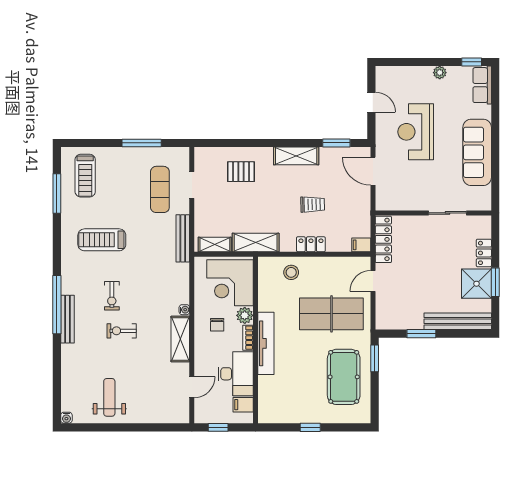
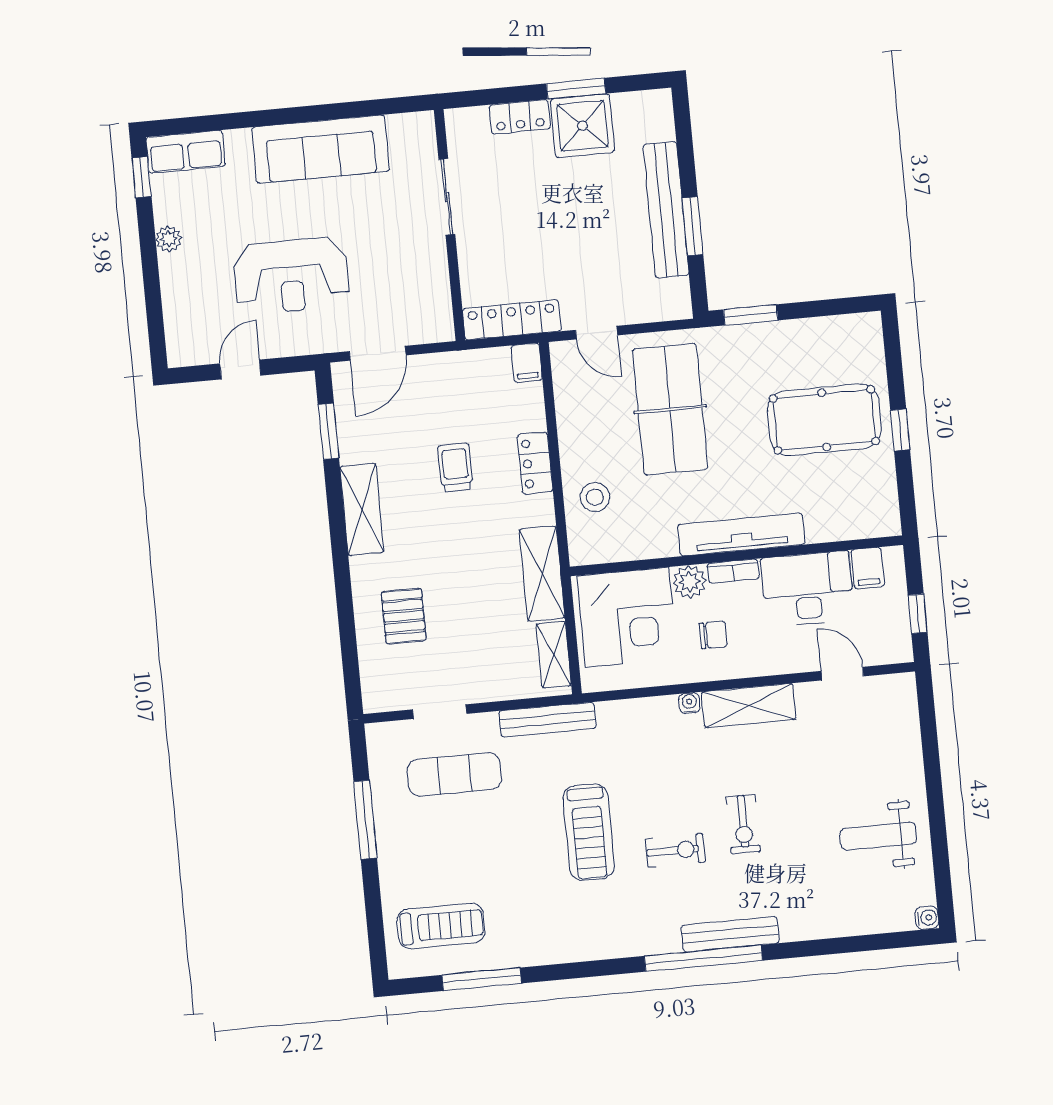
treadmill: (102, 240) -> (589, 832), moved
bench: (458, 321) -> (666, 210), moved
pool table: (344, 377) -> (824, 420), moved

